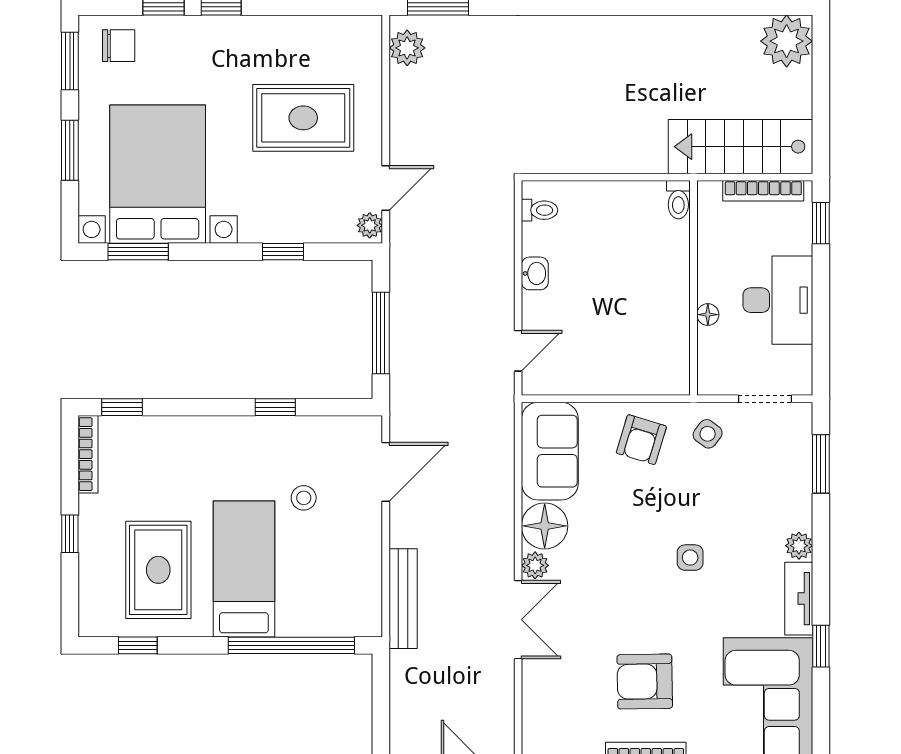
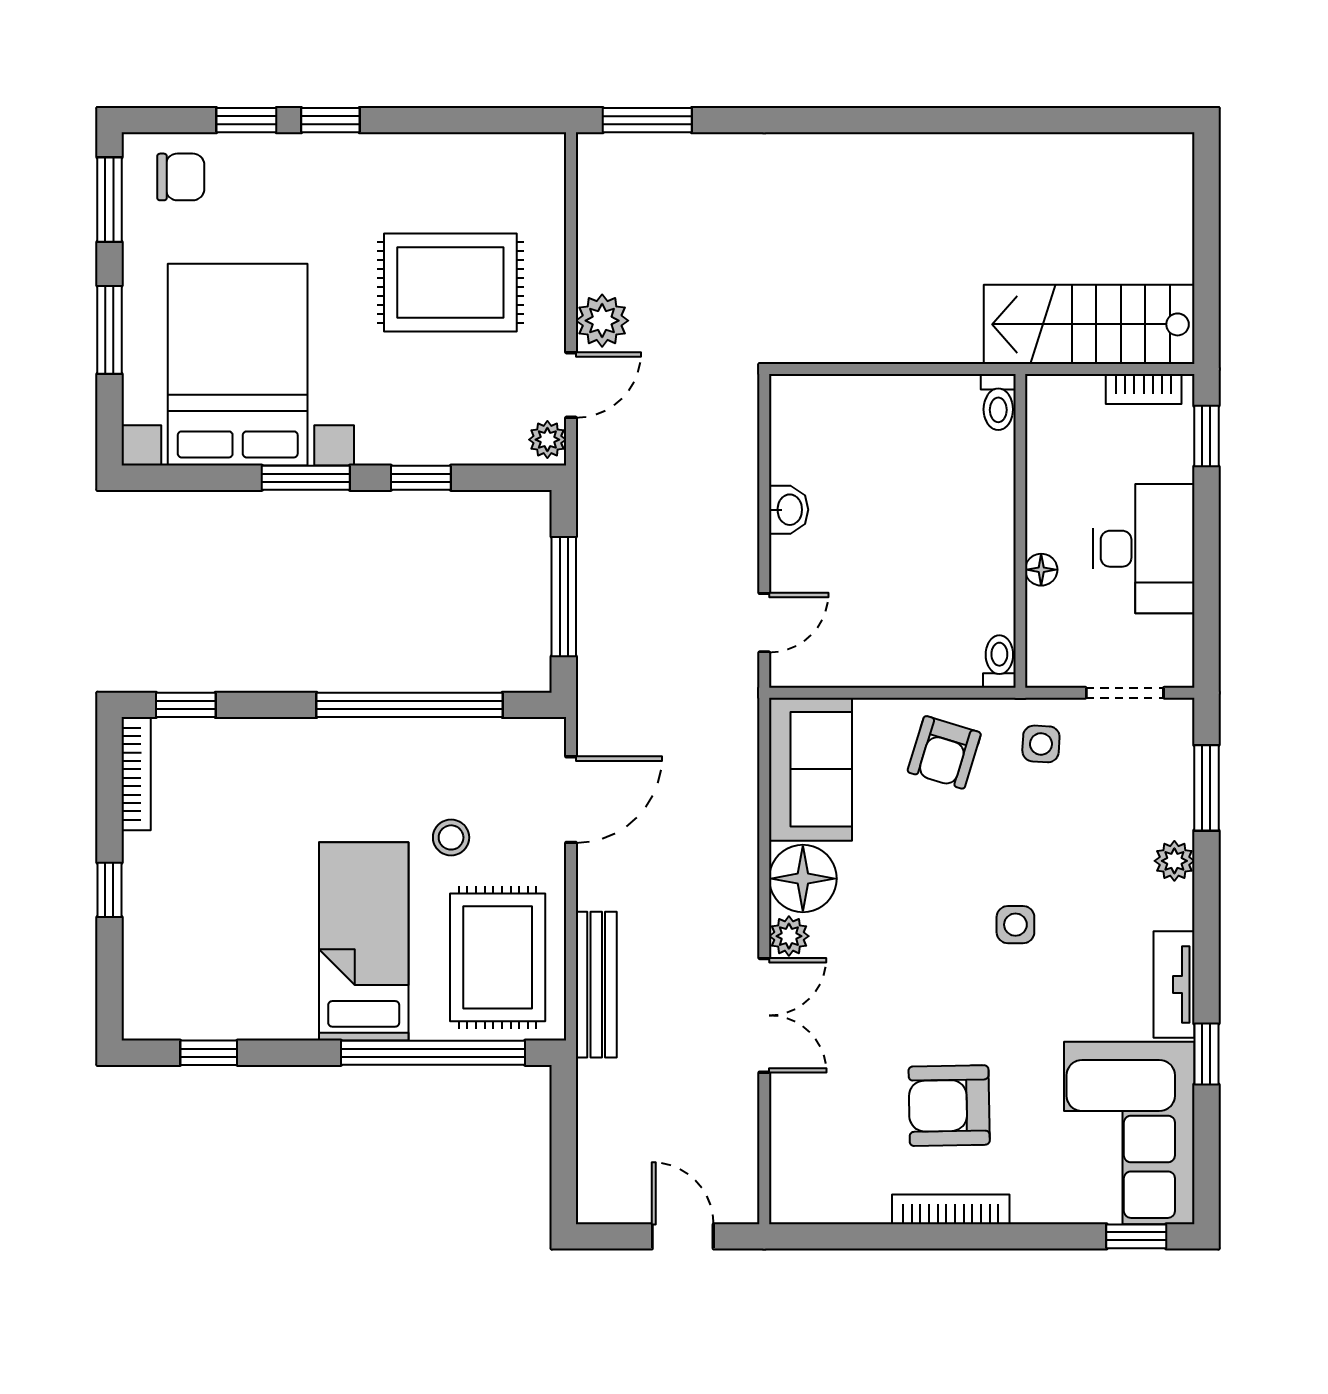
plant: (787, 41) -> (1156, 170), removed
plant: (407, 48) -> (602, 321), moved
bookcase: (763, 191) -> (1144, 389), width x0.64
toilet: (540, 210) -> (999, 662), moved, turned -90
window: (138, 252) -> (306, 478), moved
window: (275, 407) -> (409, 705), width x3.17
side table: (708, 434) -> (1041, 744), turned -34
plant: (799, 546) -> (1174, 861), moved
rug: (158, 570) -> (498, 957), moved

